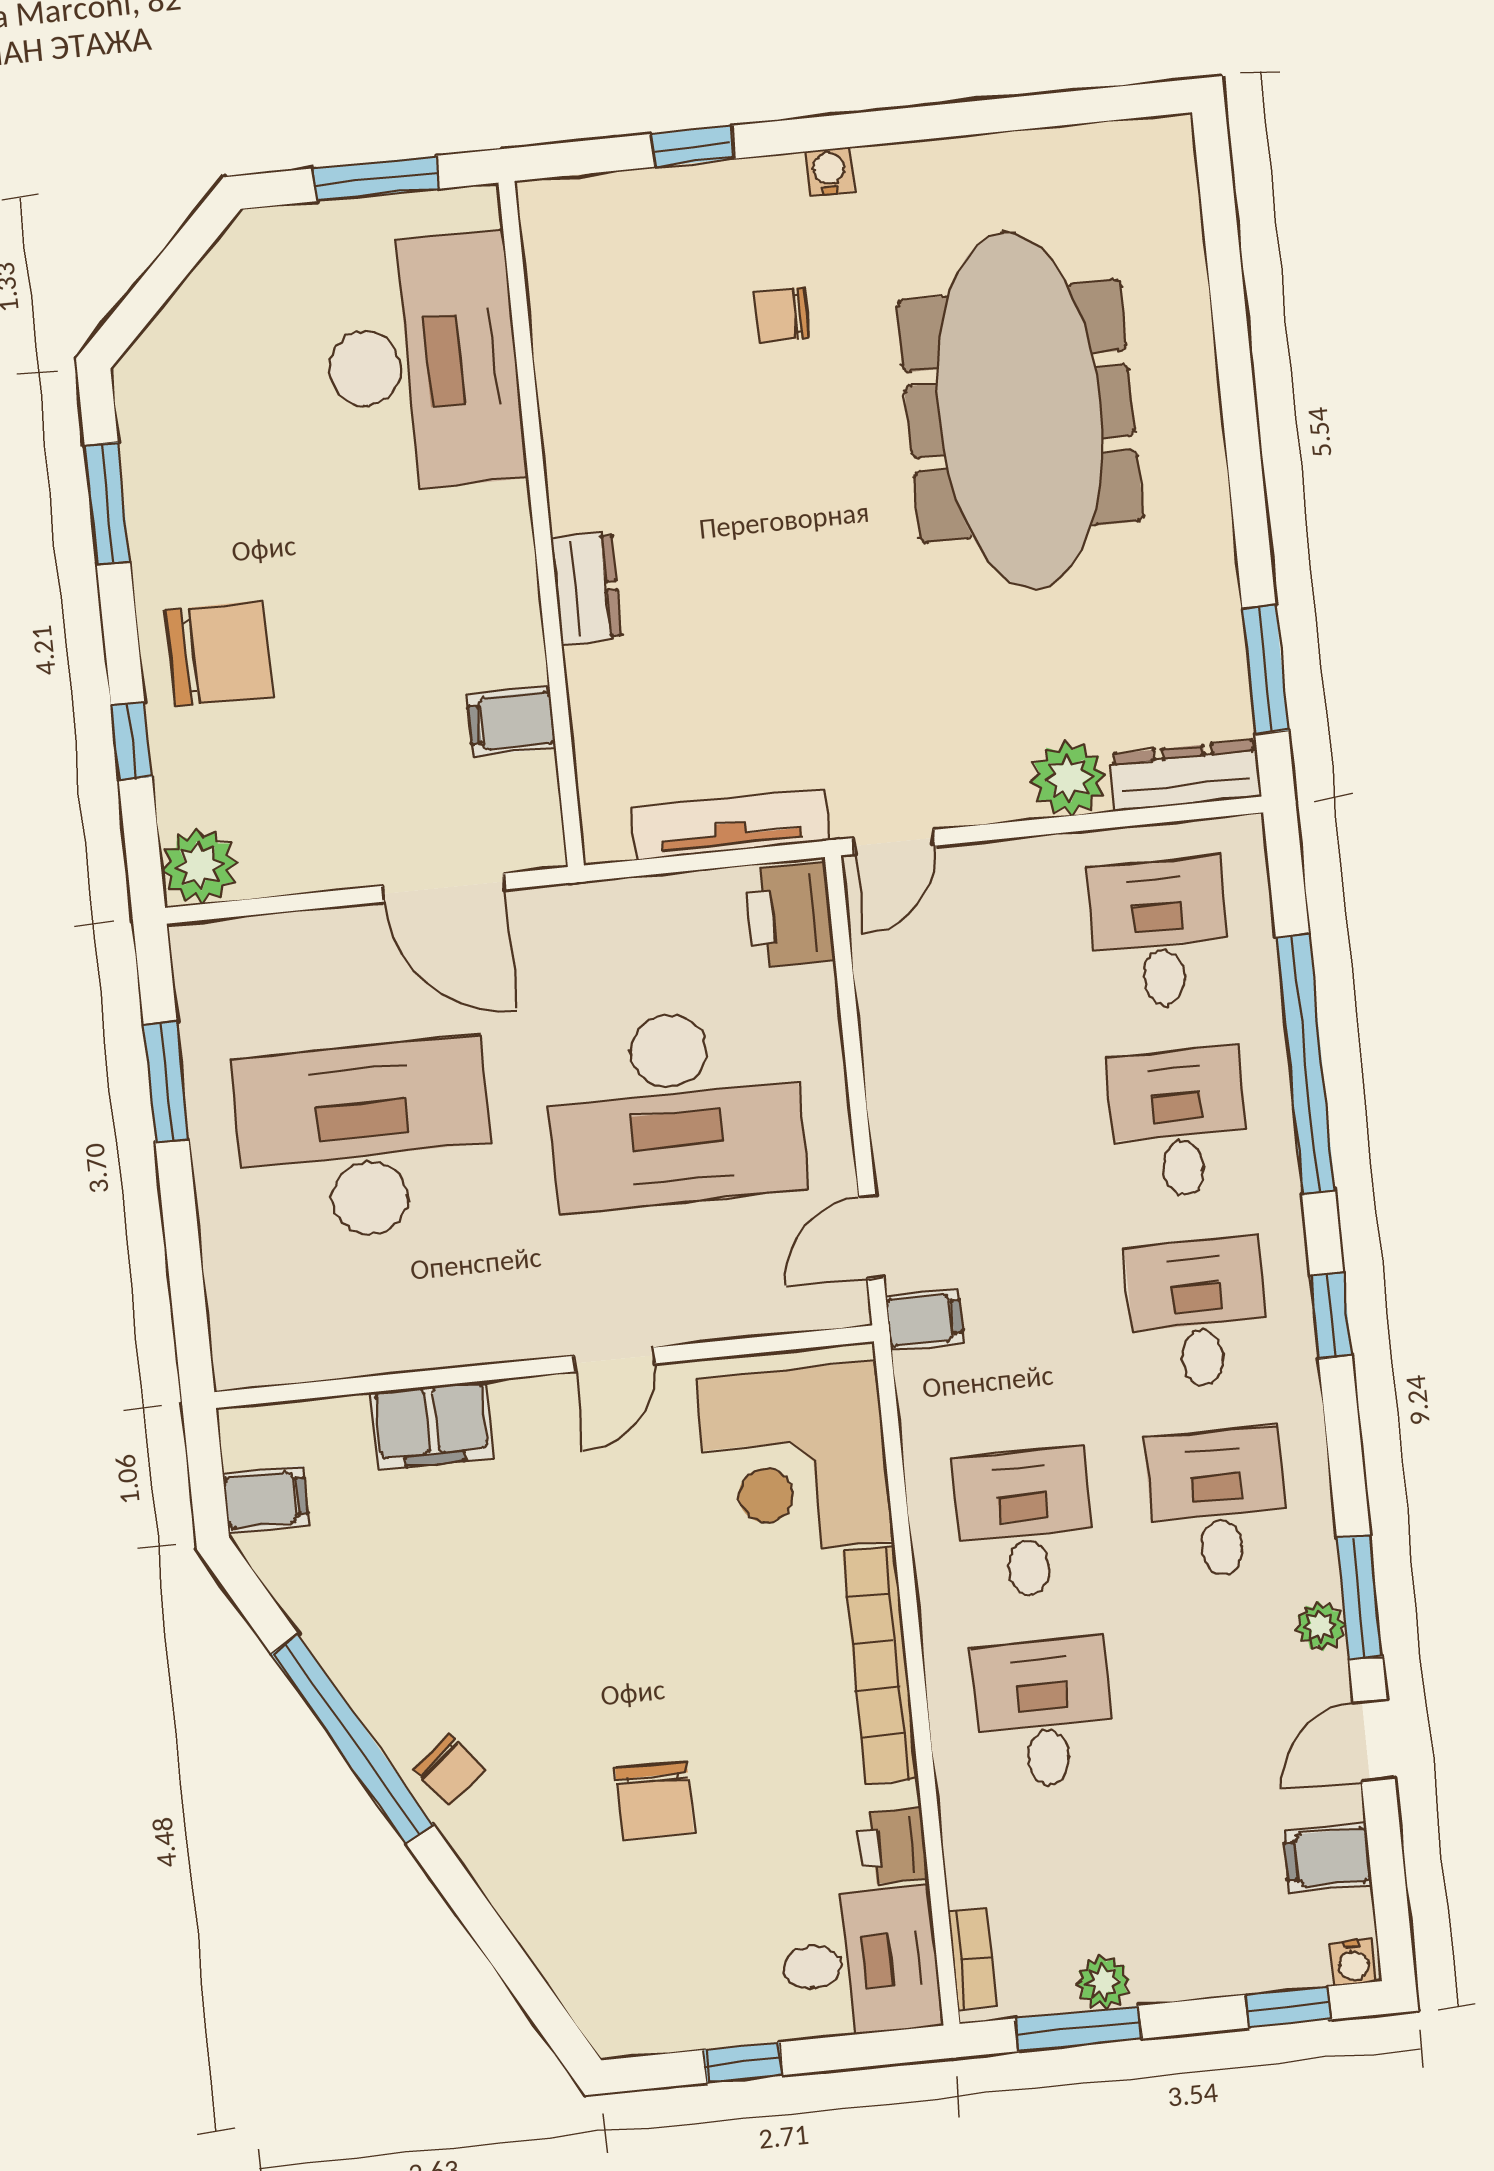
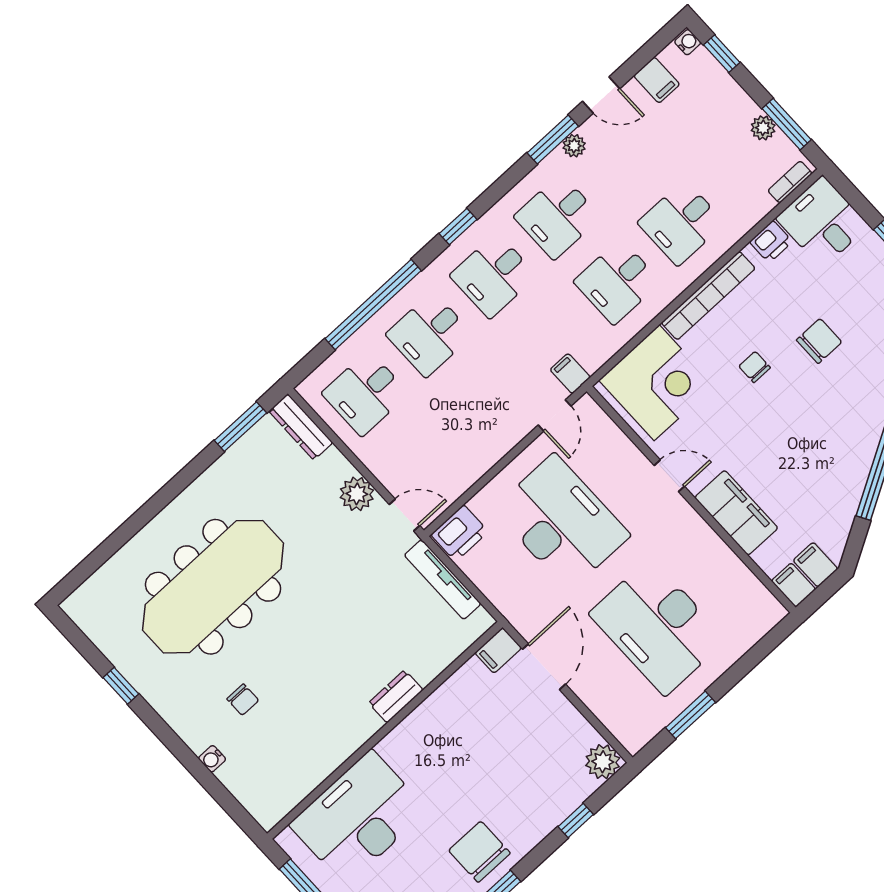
window: (693, 146) -> (121, 686), moved
water cooler: (829, 172) -> (212, 759), moved
chair: (219, 653) -> (479, 852), moved
filing cabinet: (511, 721) -> (498, 650), moved, turned 90
plant: (1068, 778) -> (357, 494), moved
door: (871, 1237) -> (555, 416), hinge flipped
filing cabinet: (432, 1425) -> (736, 513), width x1.50, depth x1.17
filing cabinet: (259, 1434) -> (793, 585), added
chair: (449, 1770) -> (755, 367), moved, turned -50

